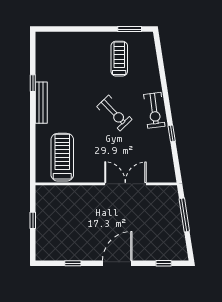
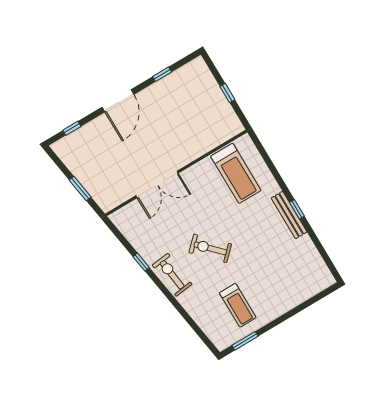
window: (33, 83) -> (297, 209), moved
window: (184, 215) -> (80, 189), width x0.69

